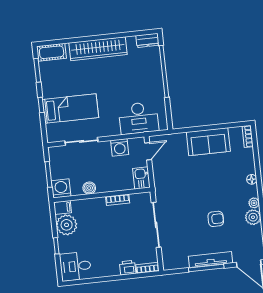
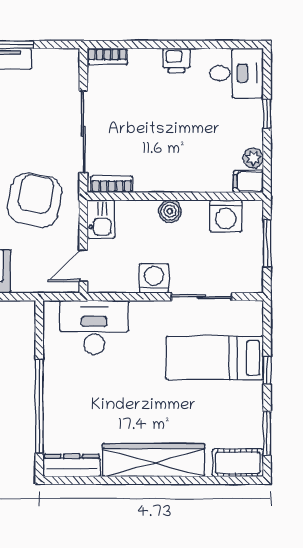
dresser: (147, 40) -> (72, 465), width x1.44
washing machine: (120, 147) -> (154, 278), moved
armchair: (179, 185) -> (35, 200), added
washing machine: (61, 188) -> (226, 216), moved
boiler: (89, 188) -> (170, 211), moved
bookcase: (118, 200) -> (112, 184), moved
plant: (67, 225) -> (253, 158), width x0.53, depth x0.53
printer: (128, 268) -> (176, 61), moved

